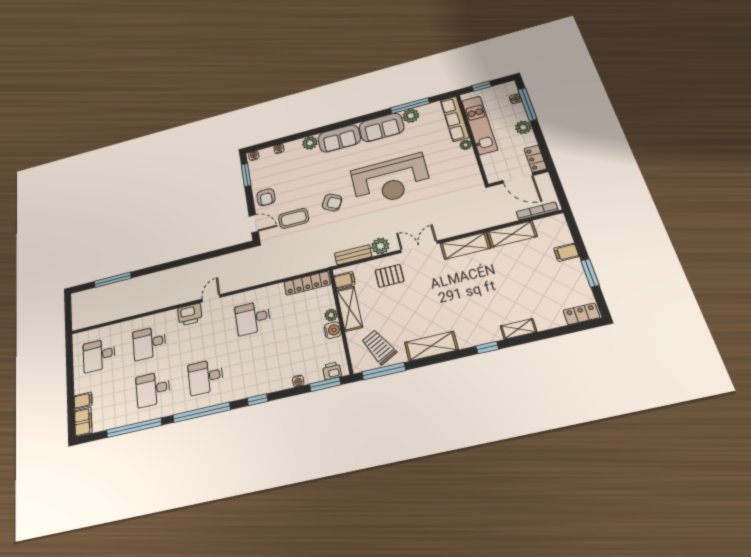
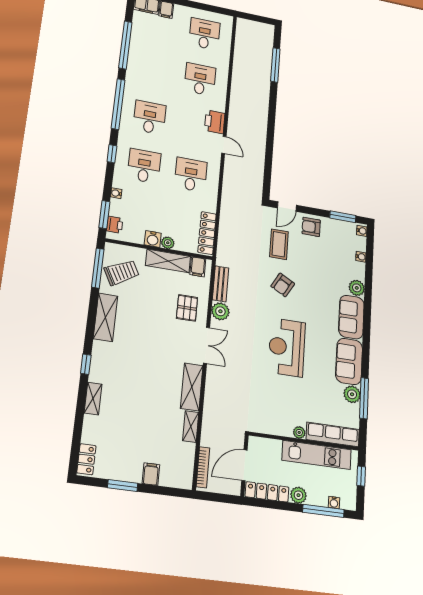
locker: (535, 159) -> (267, 492), width x1.53
reception desk: (391, 180) -> (287, 347), width x0.74, depth x0.77
shelving: (512, 234) -> (191, 427), width x0.67, depth x0.75
desk: (153, 389) -> (144, 166), moved

